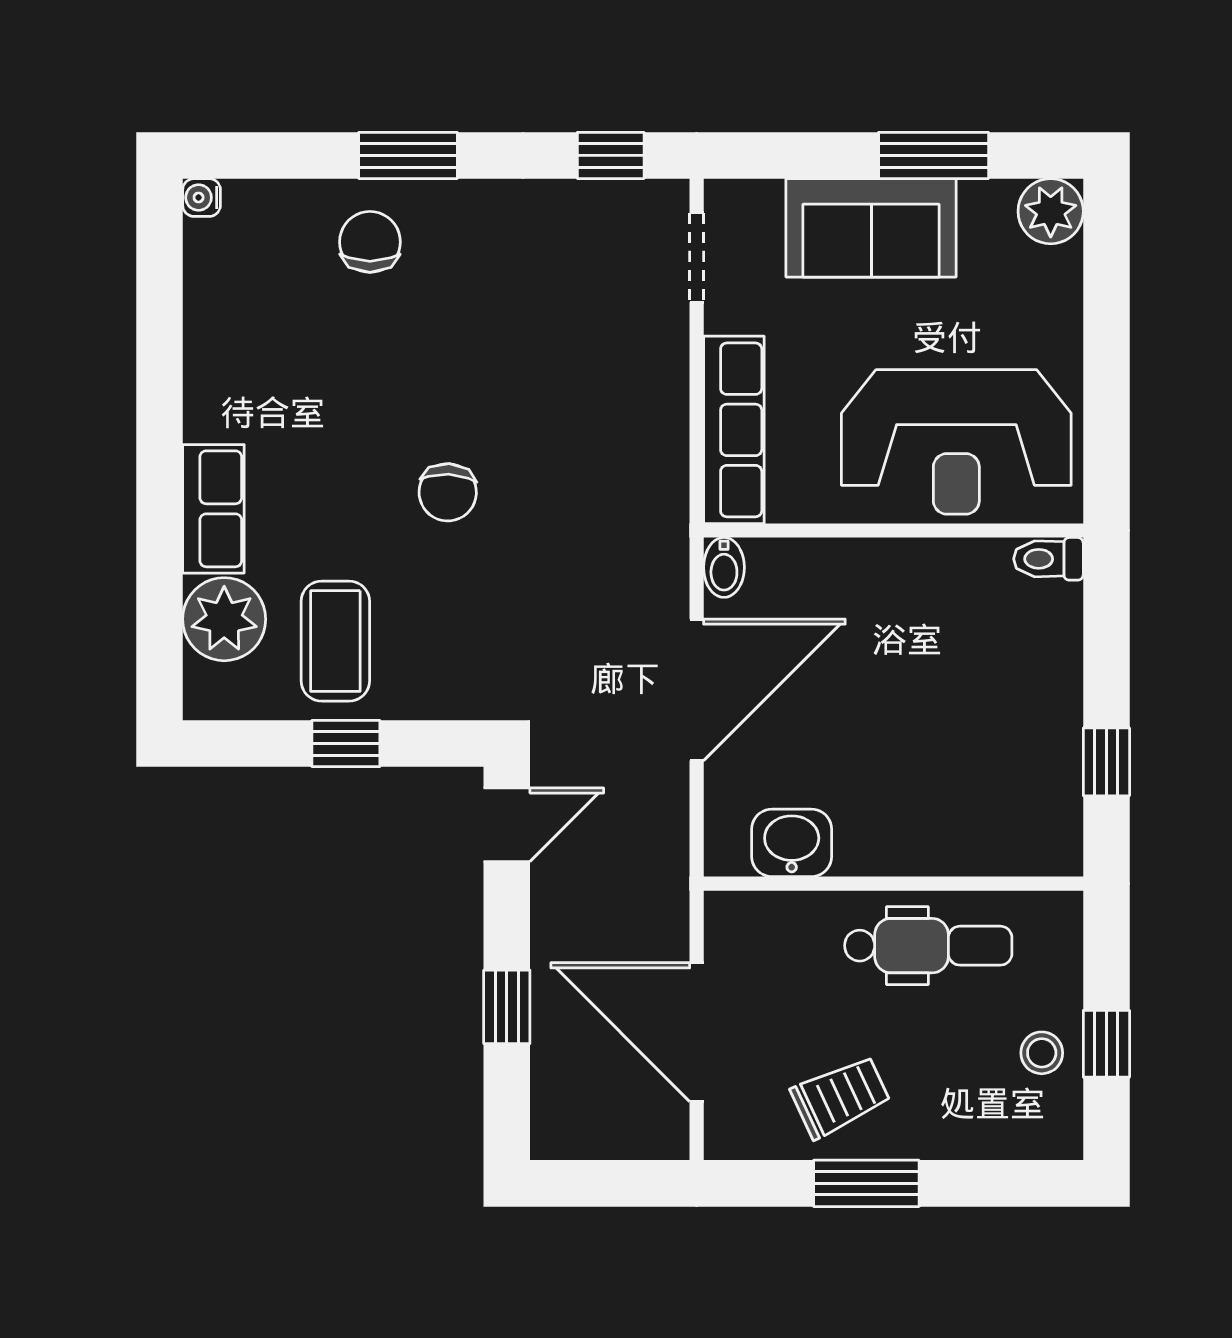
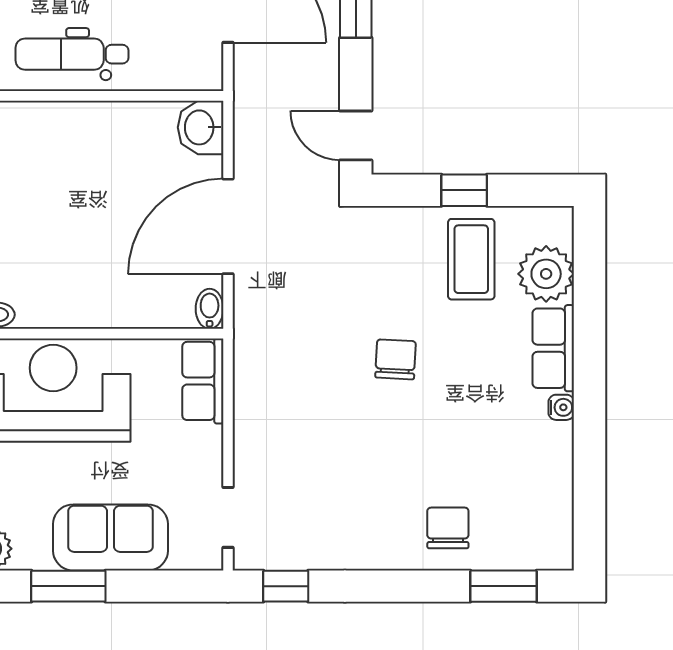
window: (408, 155) -> (503, 586), moved
water cooler: (202, 198) -> (561, 407), moved
chair: (370, 242) -> (448, 528), turned 180
row of seats: (734, 430) -> (203, 381), width x0.68
door: (507, 825) -> (356, 136), hinge flipped
washbasin: (792, 843) -> (201, 127), moved, turned 90

